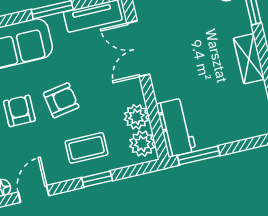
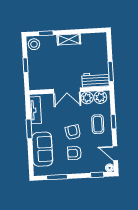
double door: (138, 49) -> (67, 91), moved

